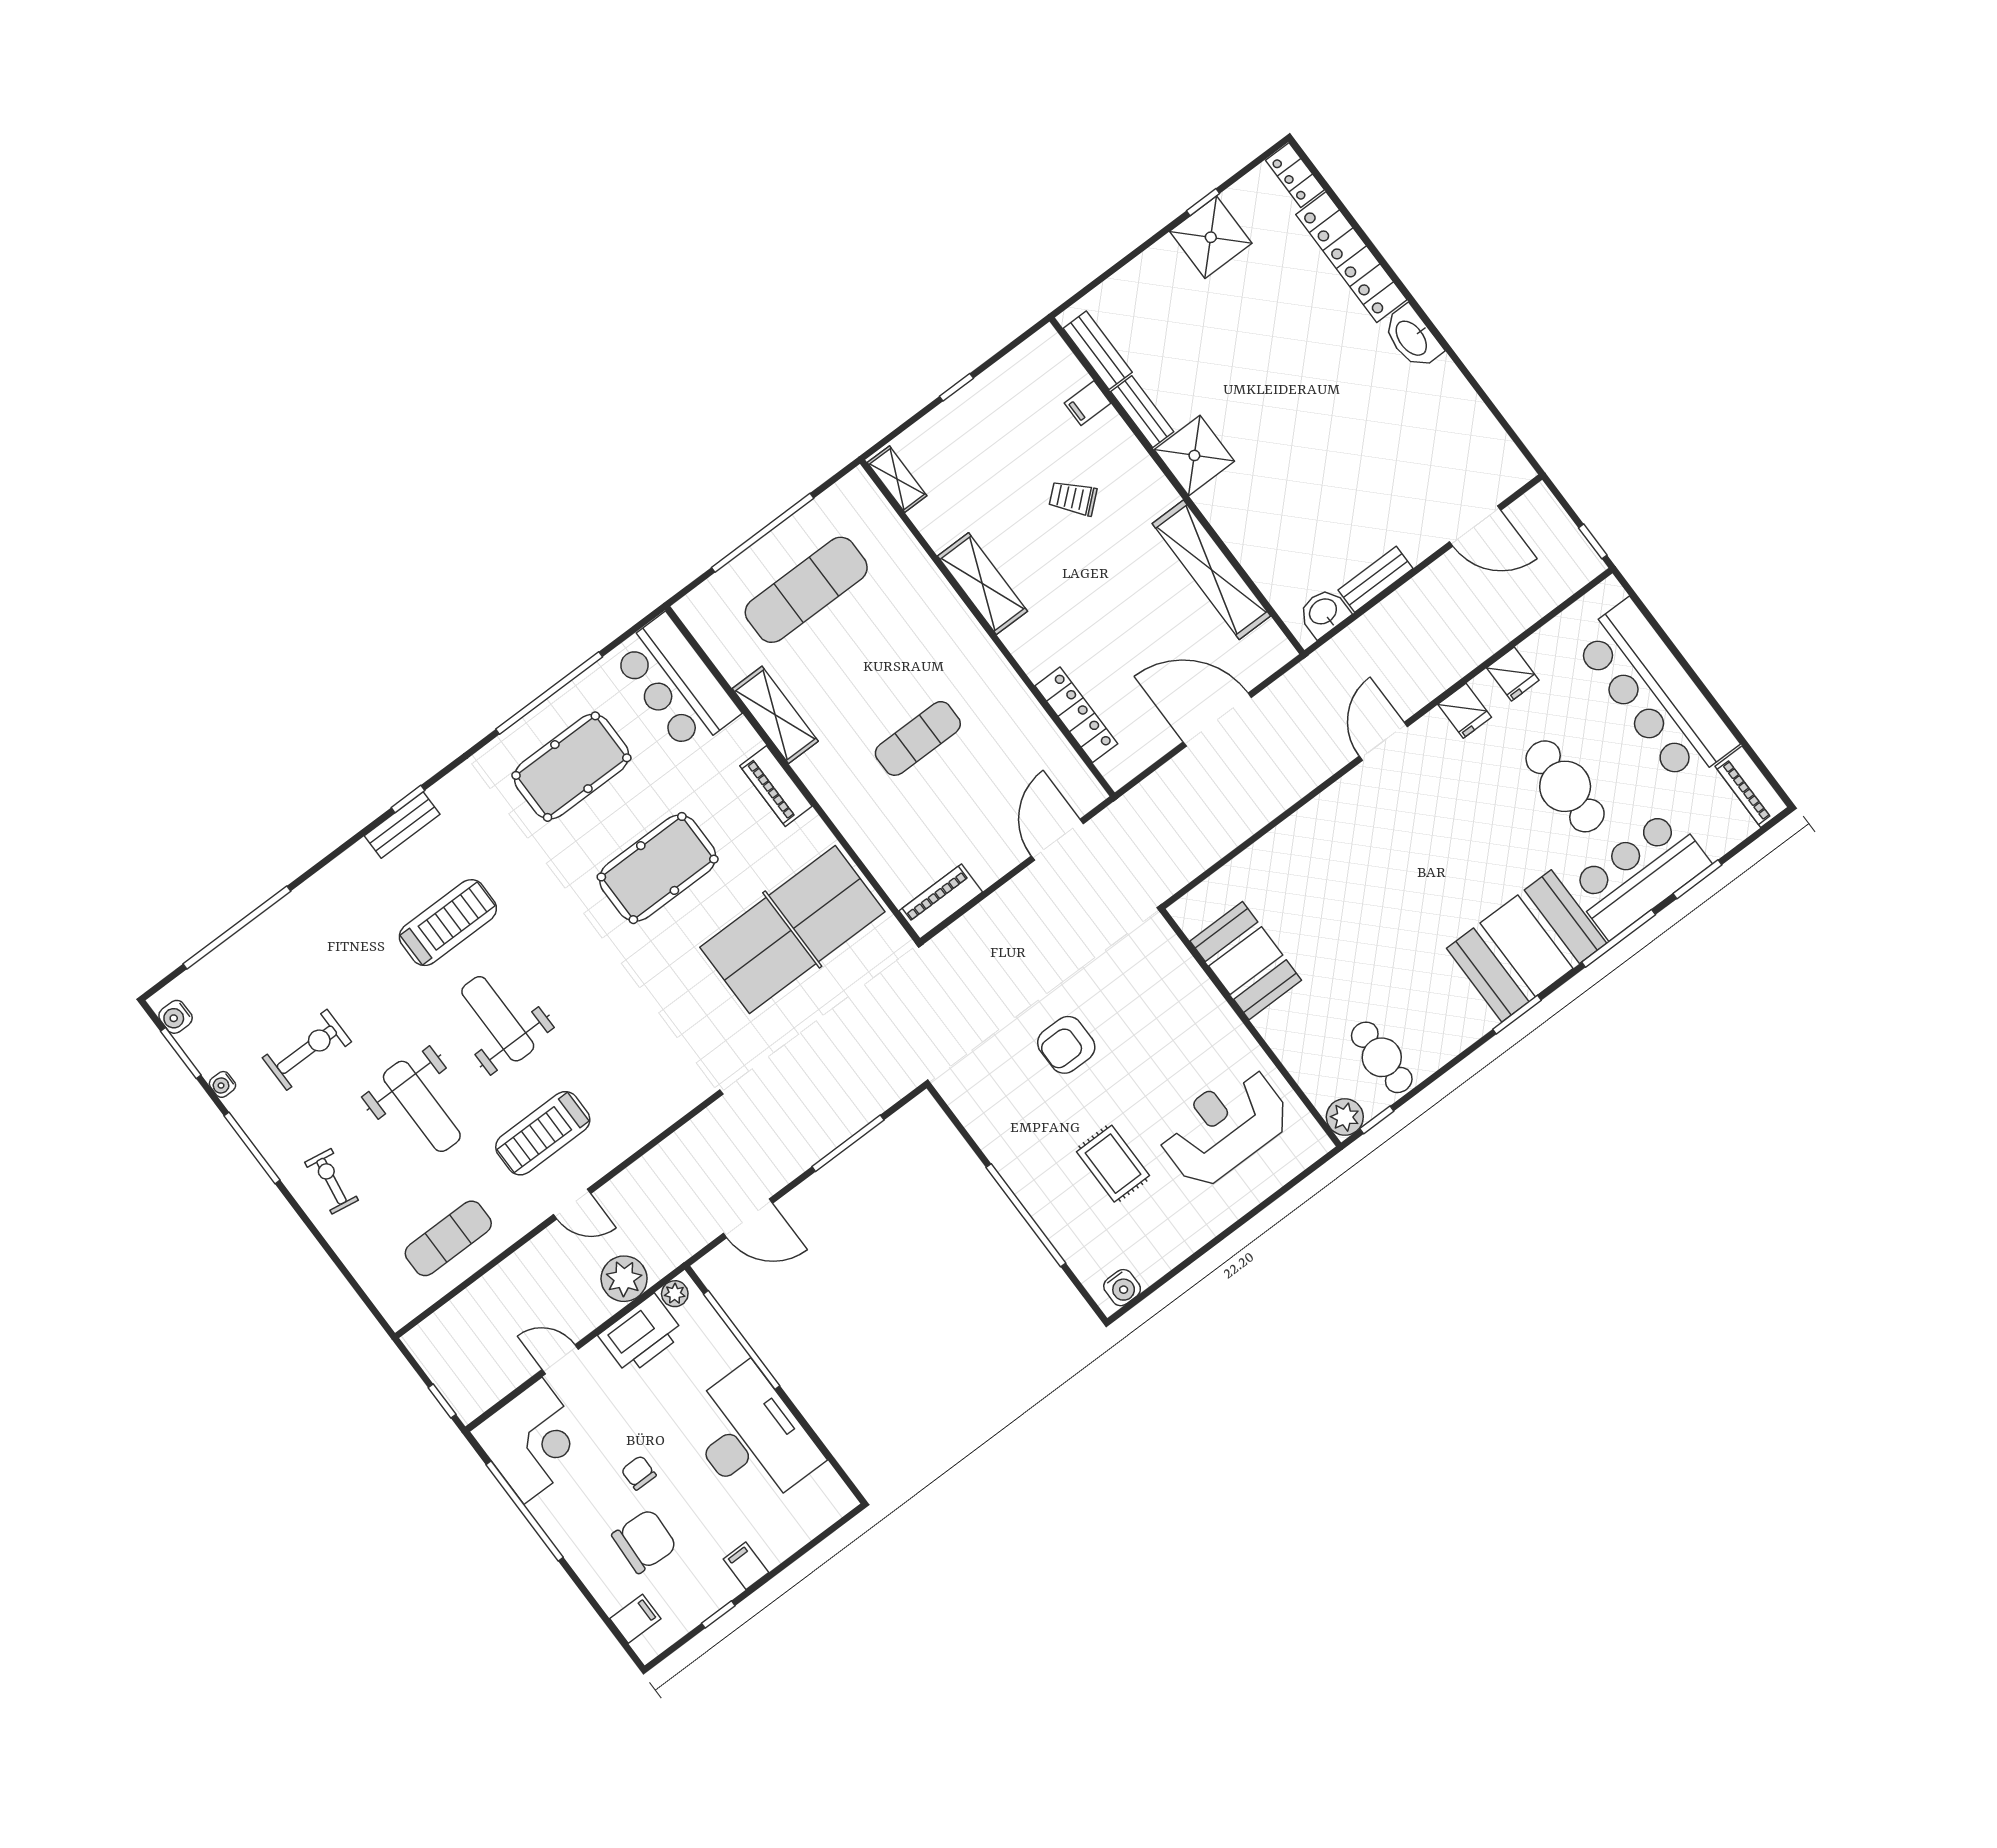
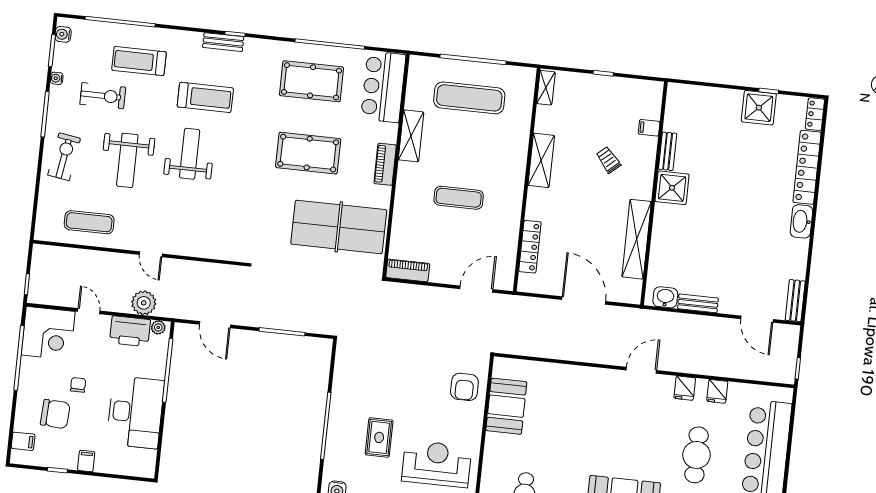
bench: (1098, 350) -> (795, 301), moved
armchair: (1066, 1045) -> (464, 387), moved, turned -90
treadmill: (543, 1133) -> (139, 61), moved
exercise bike: (332, 1181) -> (64, 157), width x1.38, depth x1.39

